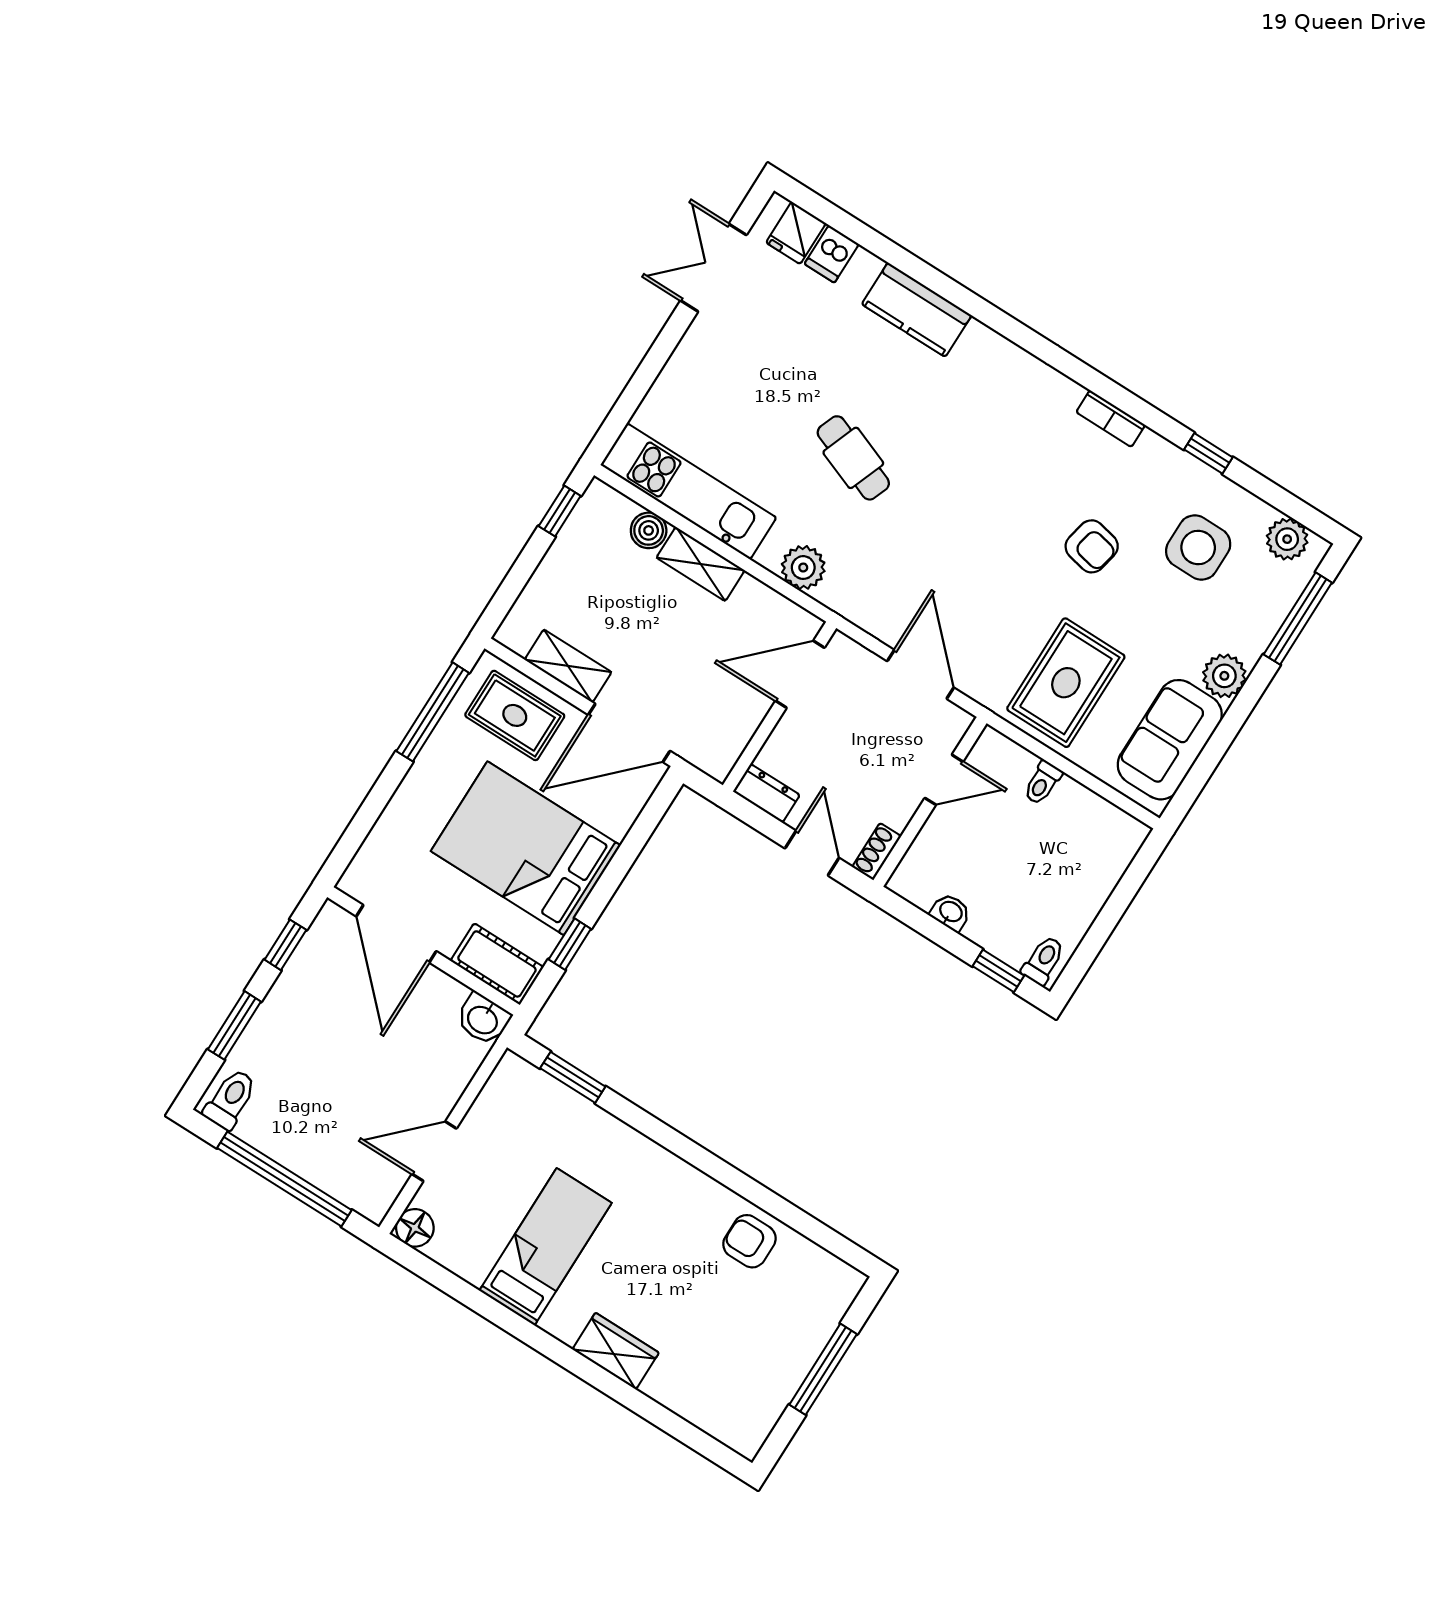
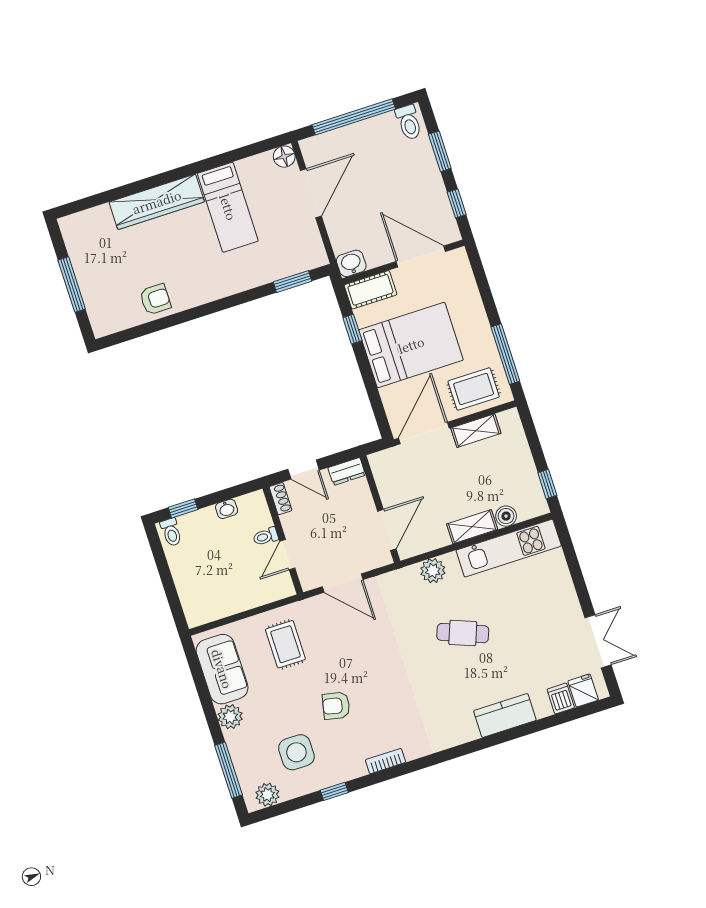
rug: (1066, 683) -> (285, 644), width x0.73, depth x0.70
toilet: (1042, 783) -> (266, 536), moved, turned -90
door: (434, 1151) -> (311, 193), width x1.36
wardrobe: (616, 1351) -> (157, 202), width x2.10, depth x1.17

